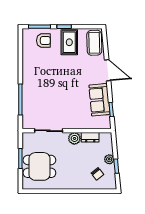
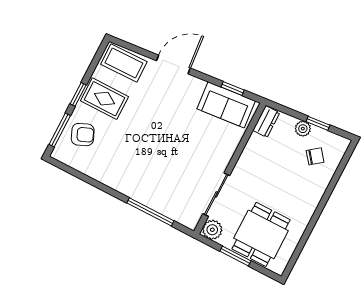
armchair: (43, 41) -> (83, 135), turned 67
sofa: (99, 100) -> (226, 105), moved
dresser: (90, 137) -> (266, 122), moved
plant: (74, 138) -> (212, 230), moved

